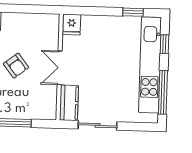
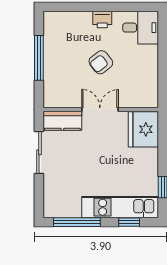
fridge: (72, 25) -> (143, 129), width x1.88, depth x1.34
kitchen unit: (150, 65) -> (120, 207), width x0.73

